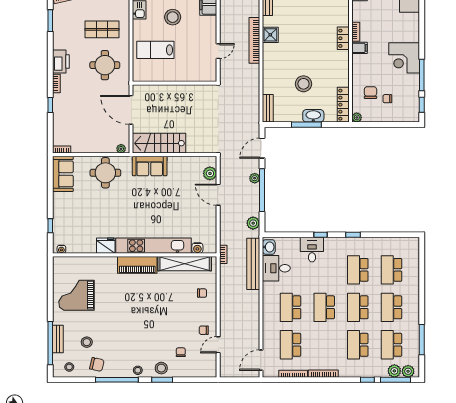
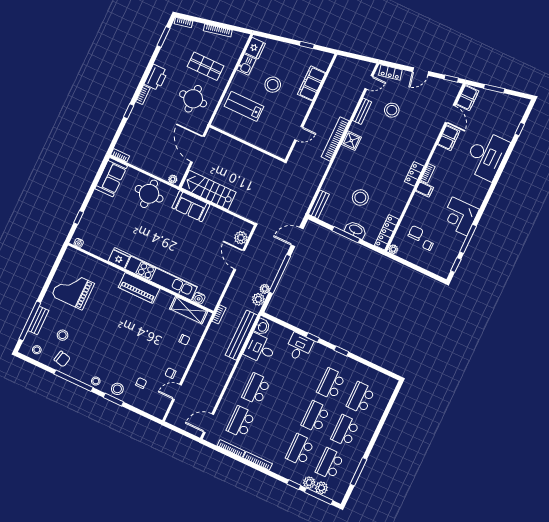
plant: (255, 178) -> (265, 289), moved
shelving: (185, 264) -> (189, 310), width x0.68
school desk: (324, 307) -> (286, 403), removed
plant: (408, 371) -> (309, 483), moved

